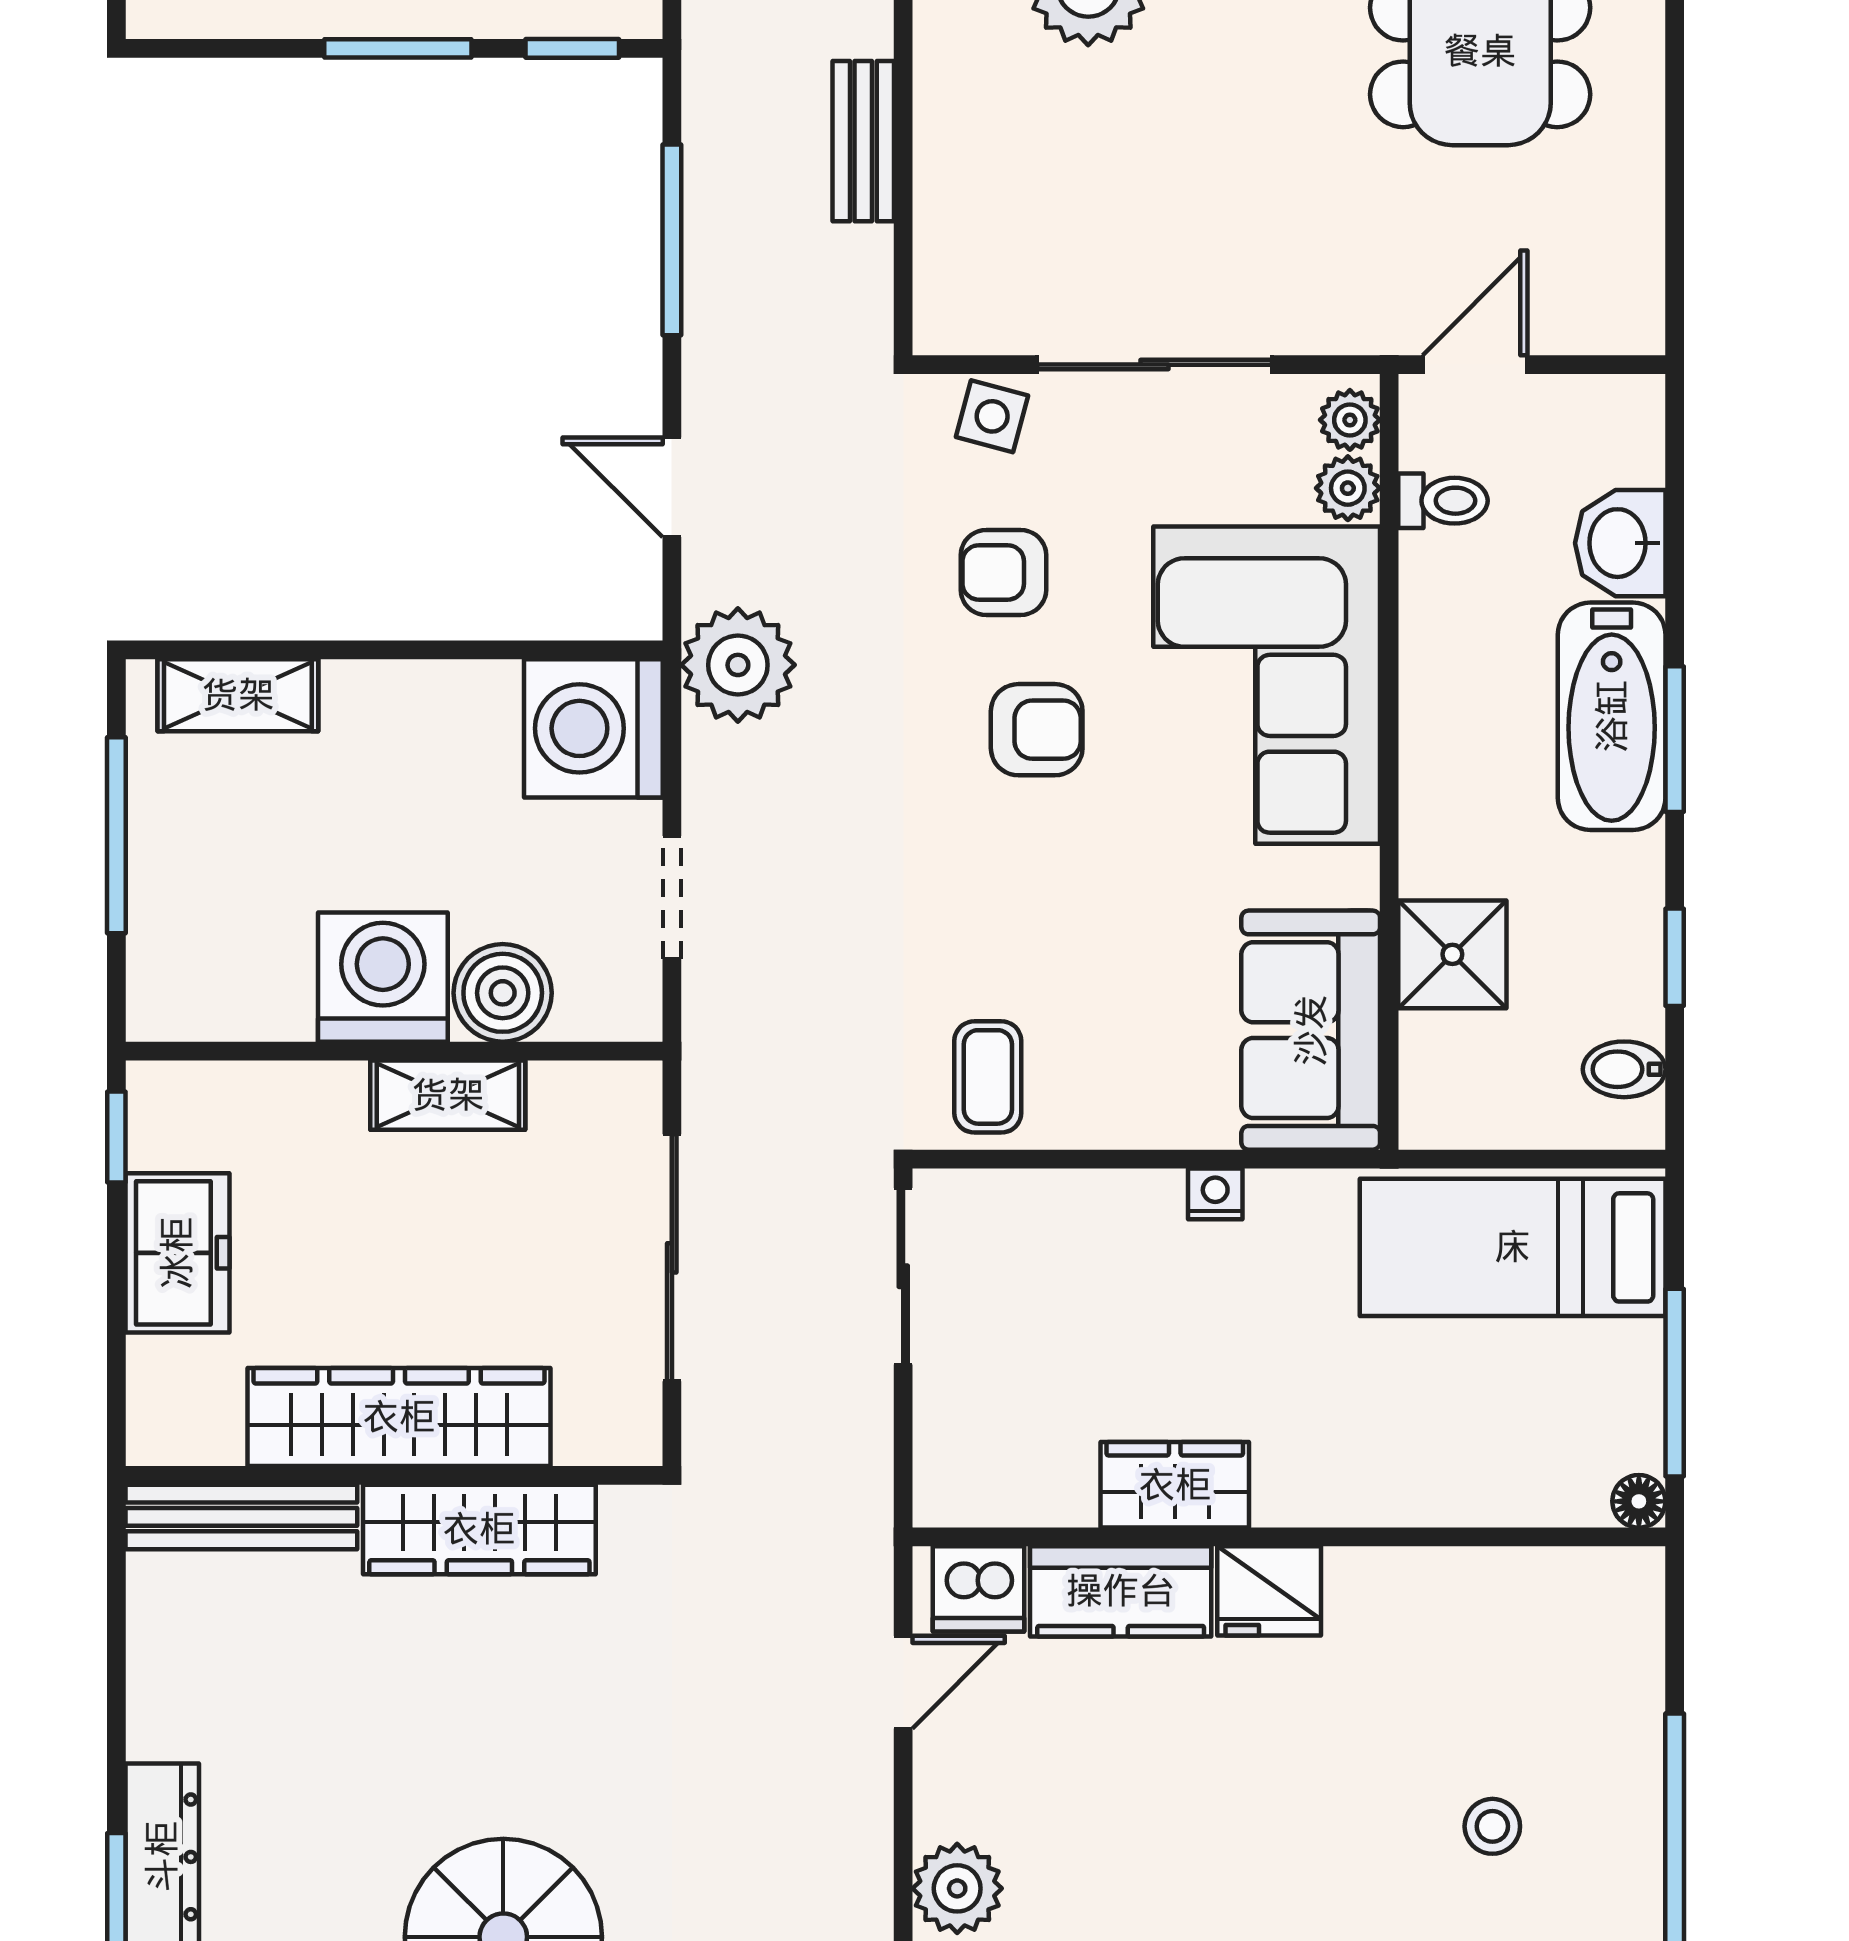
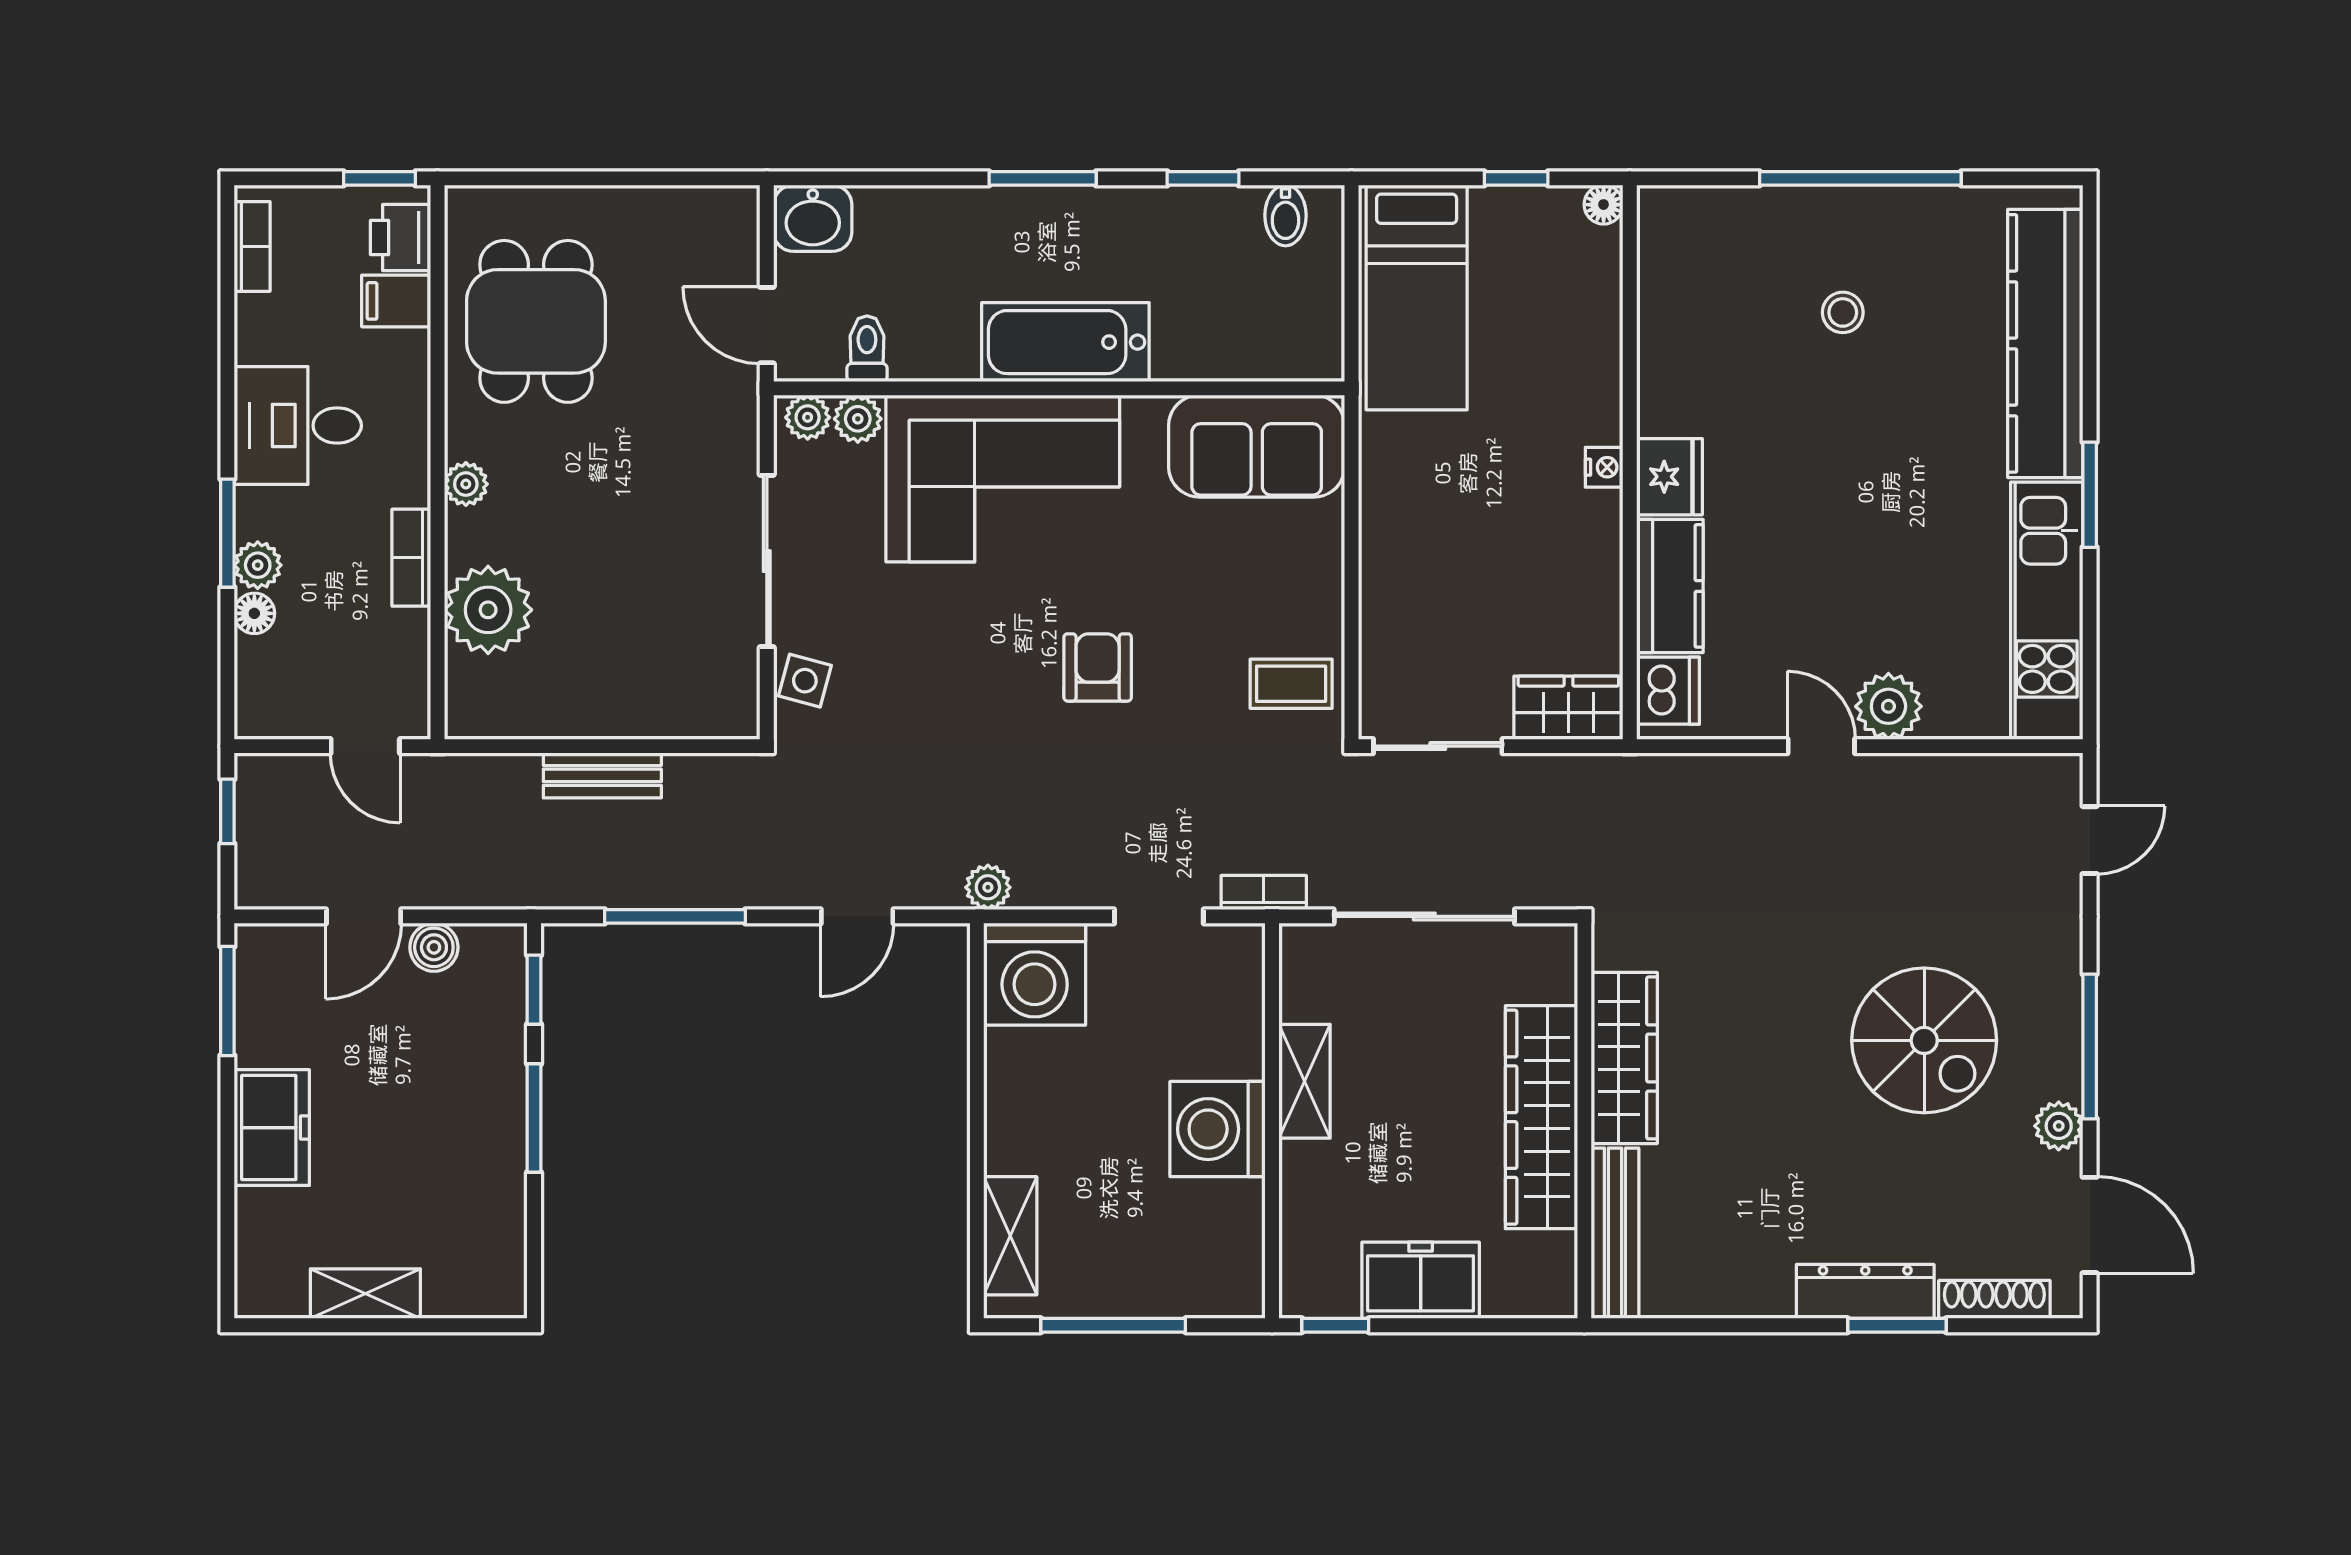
washbasin: (1620, 543) -> (813, 218), moved
armchair: (1003, 572) -> (920, 672), removed
plant: (738, 665) -> (988, 887), width x0.53, depth x0.53
bathtub: (1612, 716) -> (1065, 342), moved, turned 180
armchair: (1037, 730) -> (1098, 667), moved
shower: (1452, 954) -> (1201, 342), removed
boiler: (503, 993) -> (1229, 1041), removed
bookcase: (704, 1040) -> (1264, 893), added
nightstand: (1215, 1194) -> (1604, 467), moved, turned 180
window: (1675, 1383) -> (1516, 178), width x0.46
wardrobe: (1175, 1485) -> (1568, 708), moved, turned 90
door: (903, 1682) -> (1821, 746), moved

